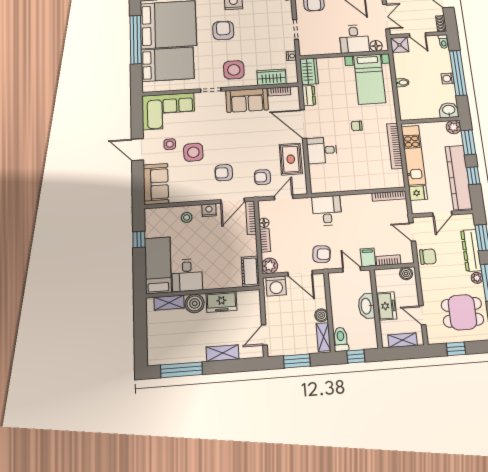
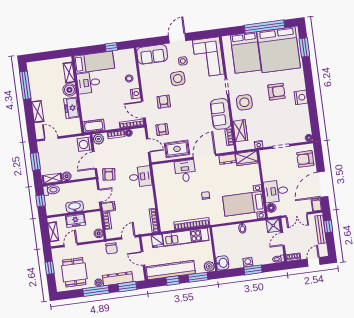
window: (458, 73) -> (253, 270), width x0.47

